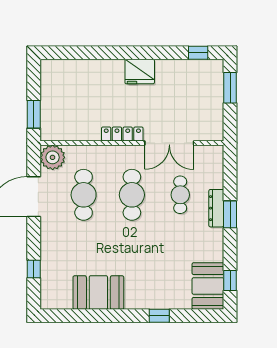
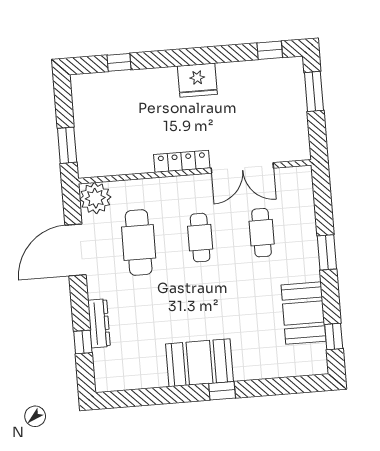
window: (80, 53) -> (119, 62), added
cafe table: (132, 195) -> (200, 238), width x0.73, depth x0.74
dresser: (216, 208) -> (99, 323), moved, turned 180
booth: (208, 286) -> (304, 313), moved
booth: (98, 293) -> (200, 363), moved
window: (159, 316) -> (222, 391), moved

